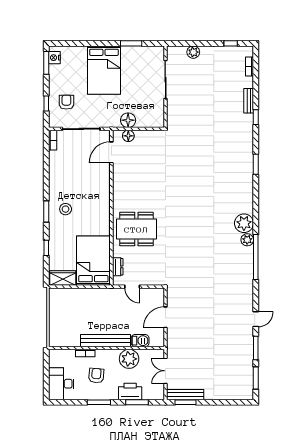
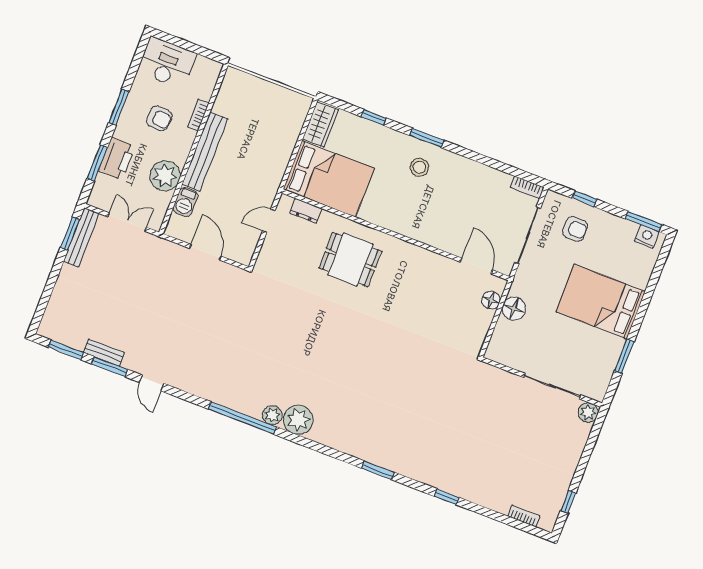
plant: (193, 52) -> (588, 412), moved
bench: (249, 101) -> (104, 353), moved
dining table: (136, 229) -> (350, 260), width x0.73

